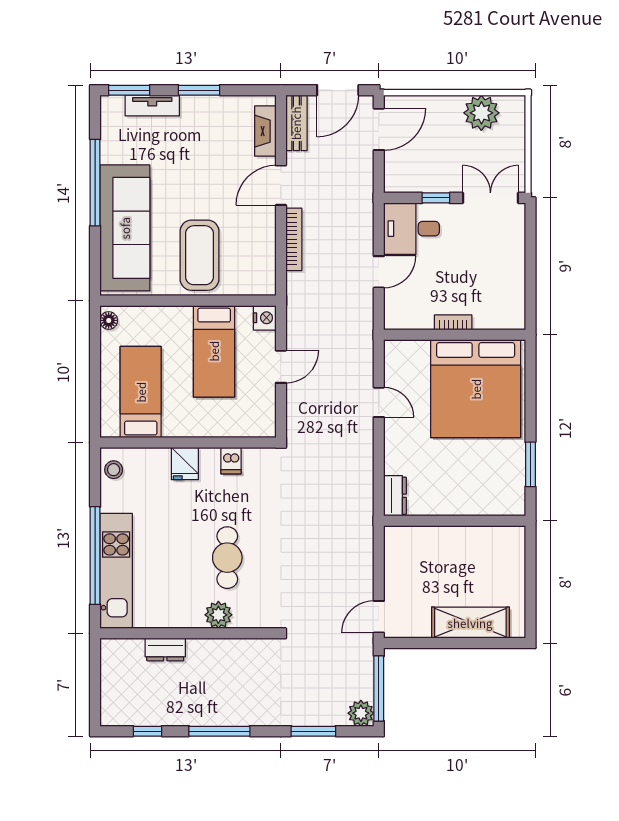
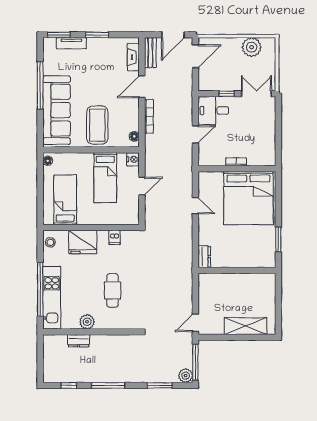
floor lamp: (267, 276) -> (134, 136), added
fridge: (185, 464) -> (83, 242), width x1.88, depth x1.34
plant: (218, 615) -> (87, 322), moved

